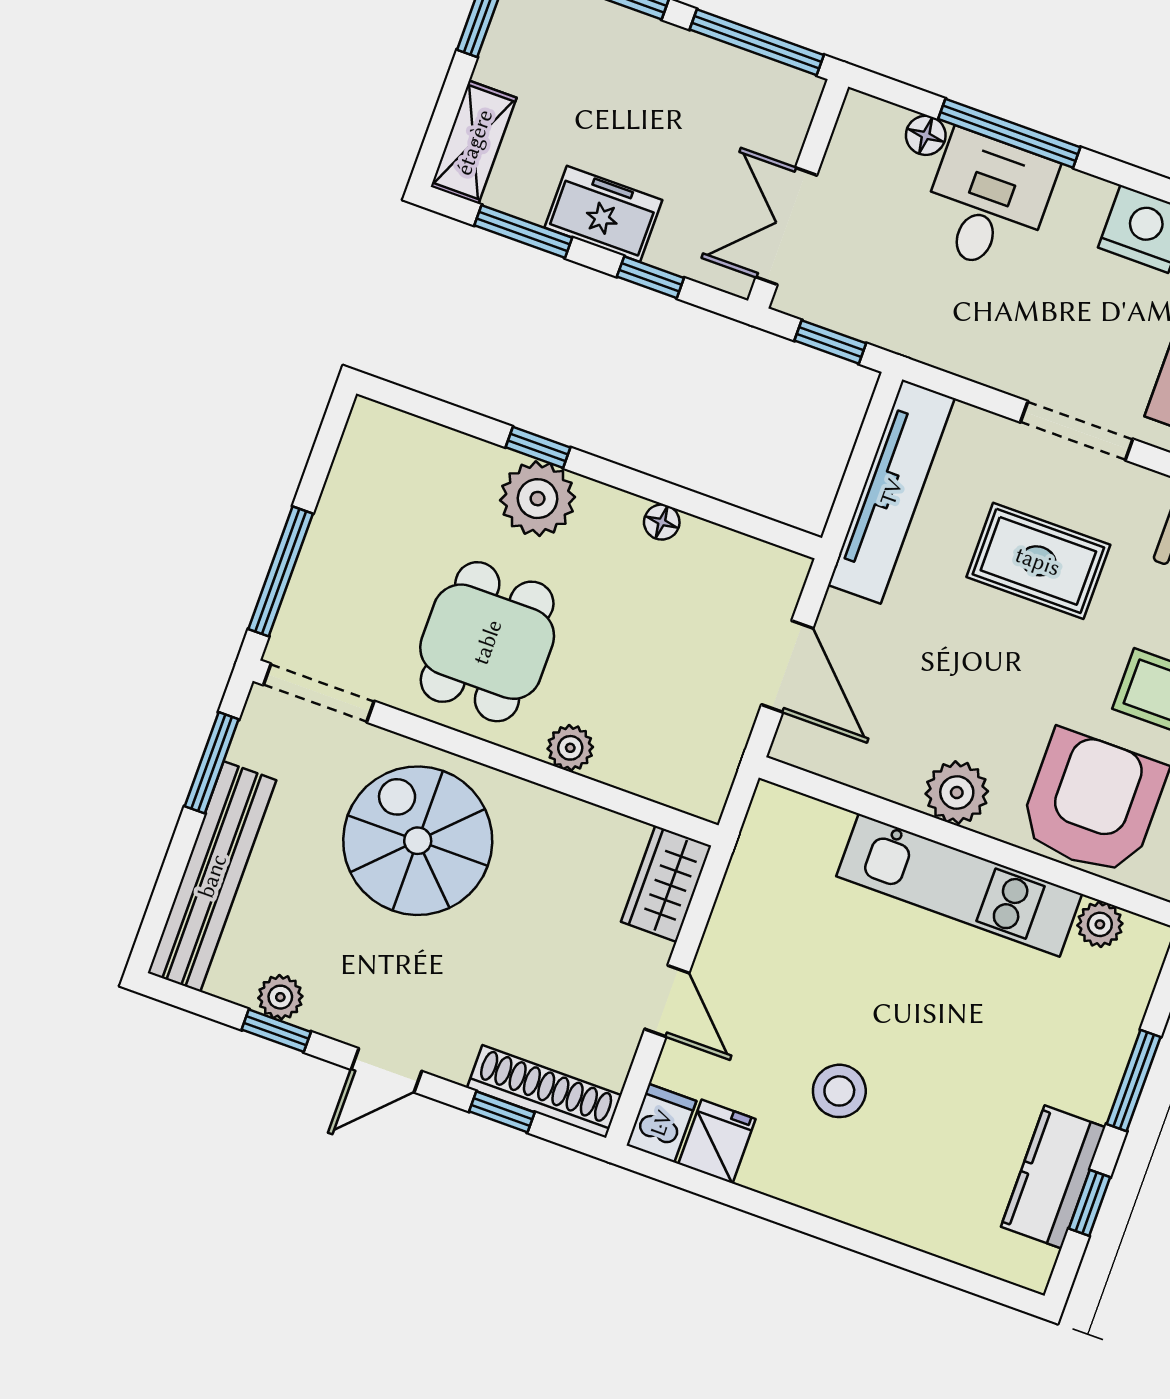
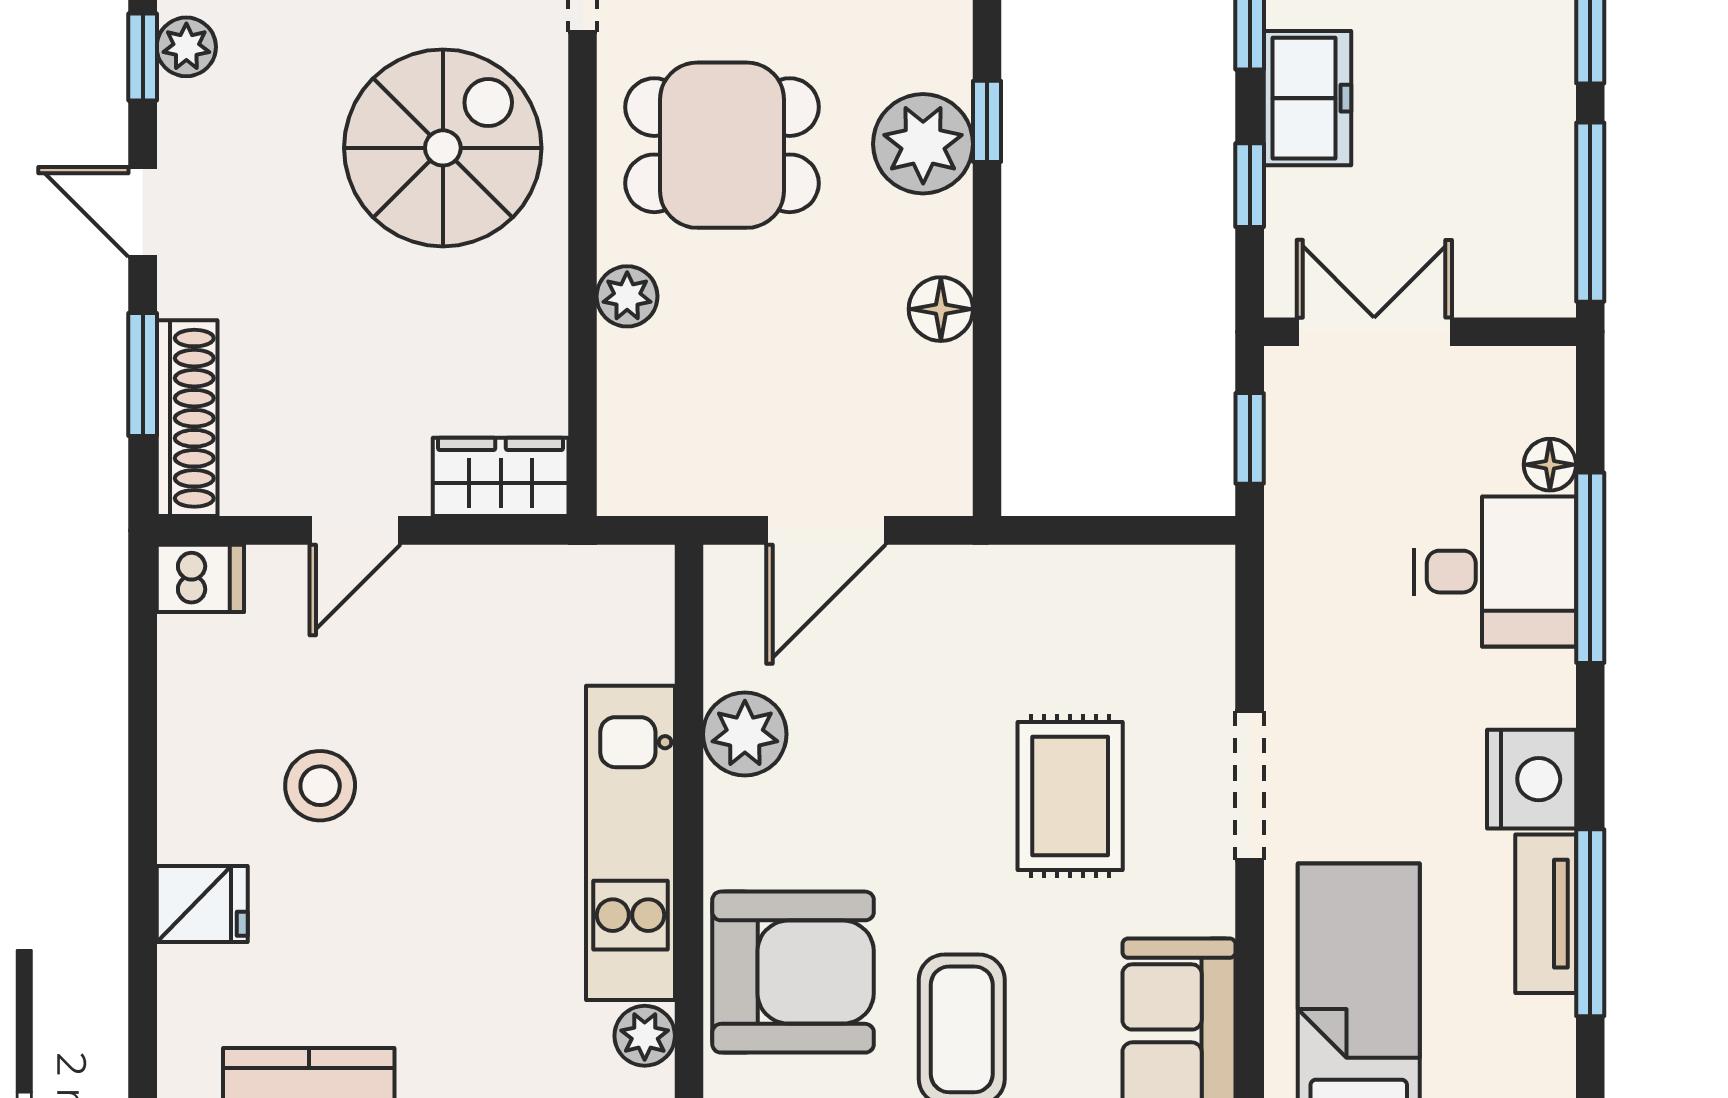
tv unit: (891, 492) -> (1091, 582), removed
floor lamp: (662, 522) -> (941, 309), width x1.37, depth x1.37
plant: (957, 793) -> (745, 734), moved
window: (502, 1112) -> (143, 374), width x1.50
fridge: (717, 1141) -> (202, 904), moved

